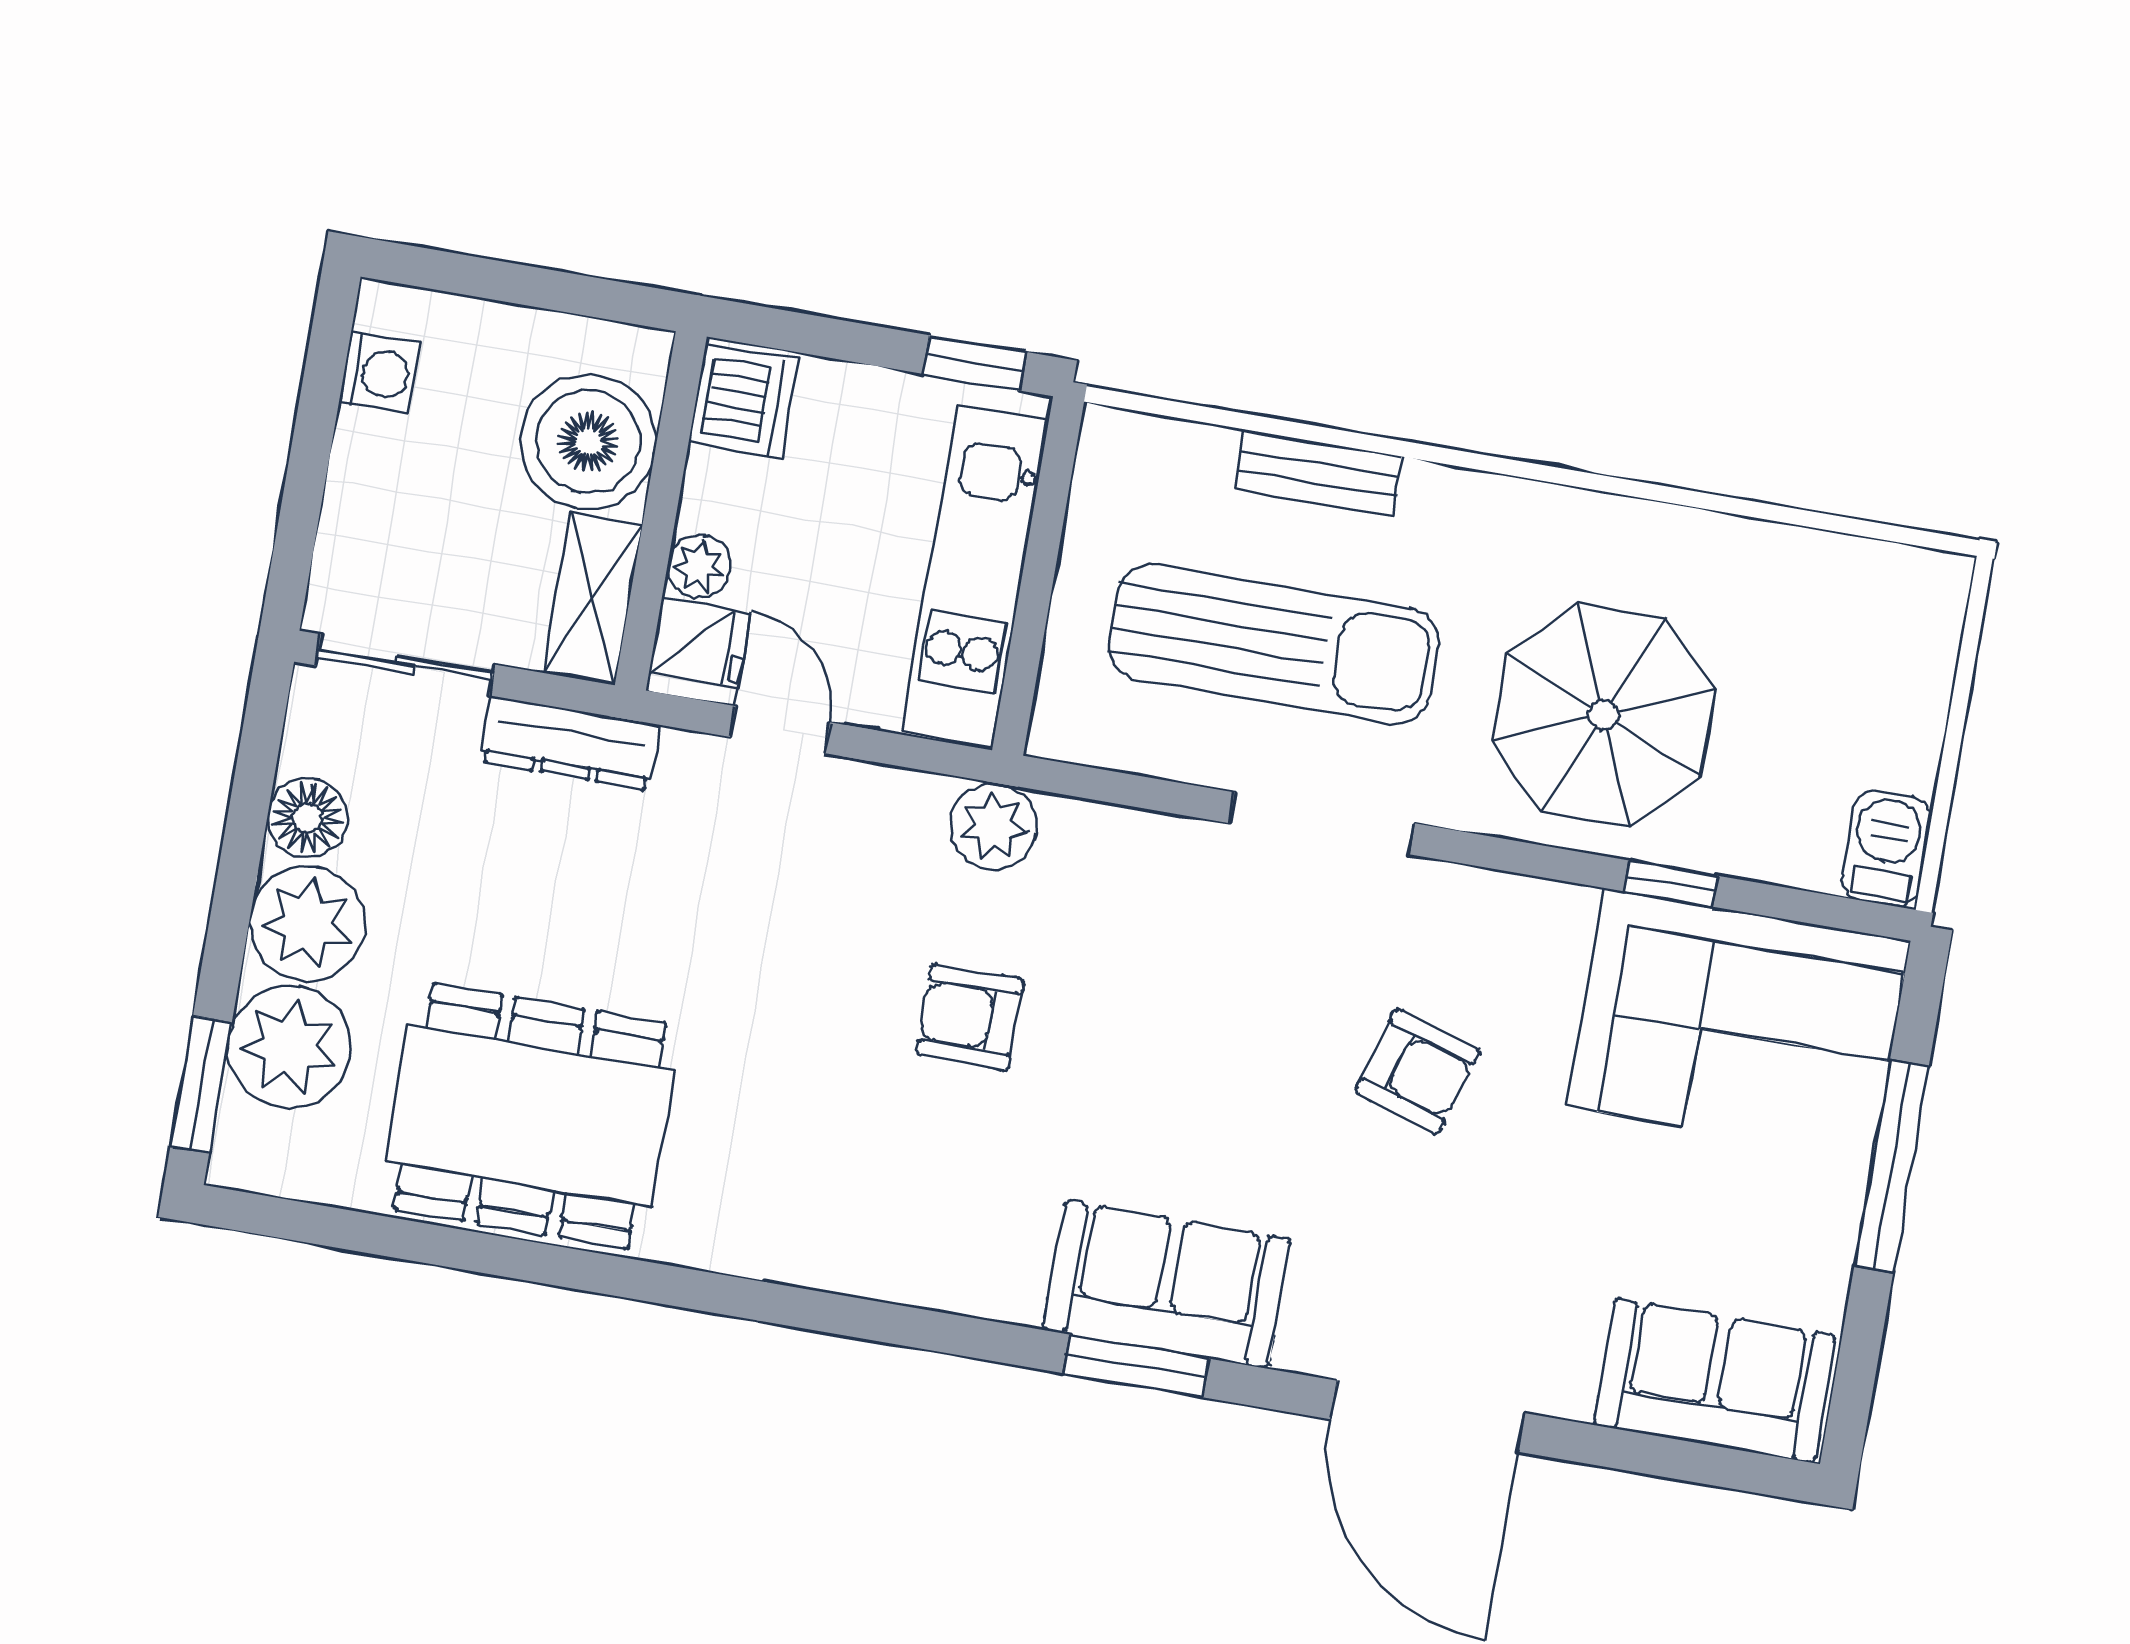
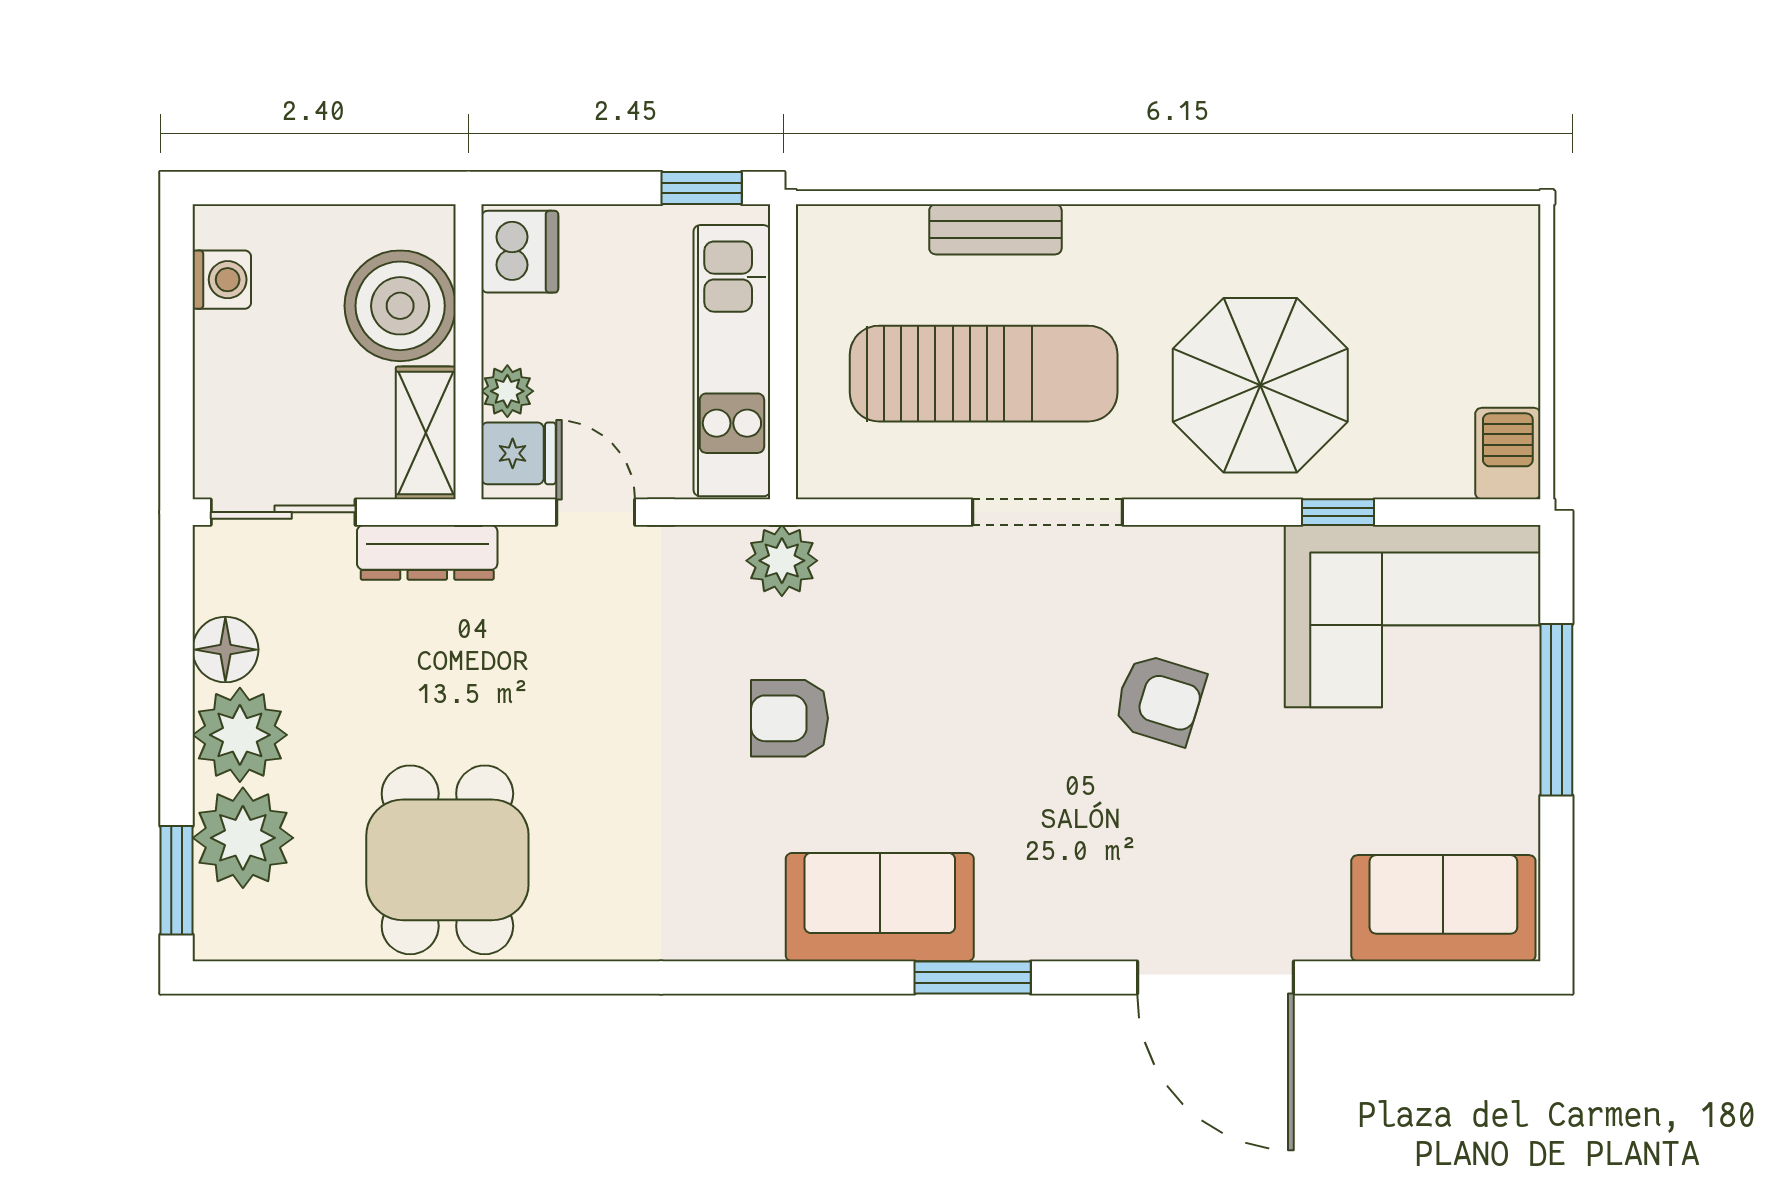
dining table: (530, 1116) -> (447, 860), width x0.73
sofa: (1167, 1284) -> (880, 907), moved

